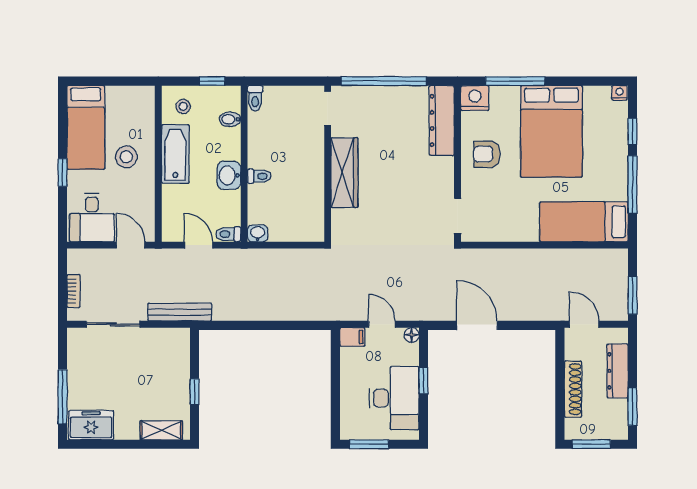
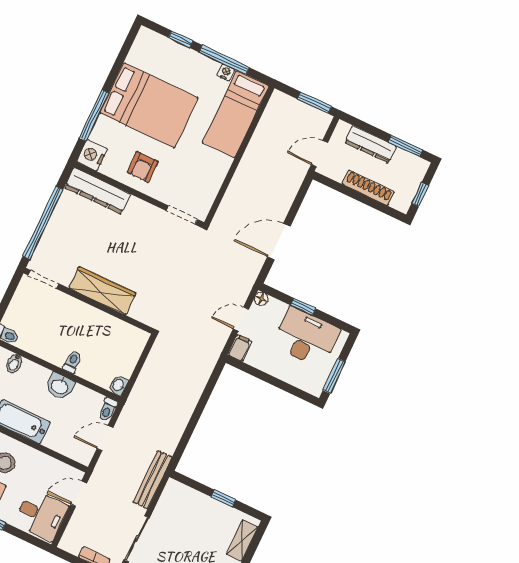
nightstand: (619, 93) -> (226, 72), moved, turned 90
window: (591, 444) -> (420, 194), width x0.67

